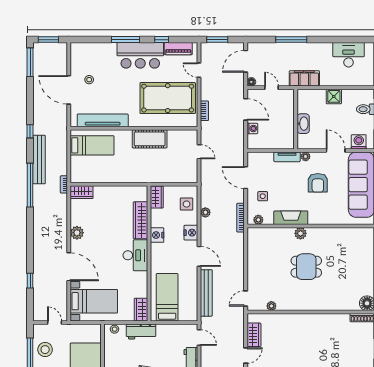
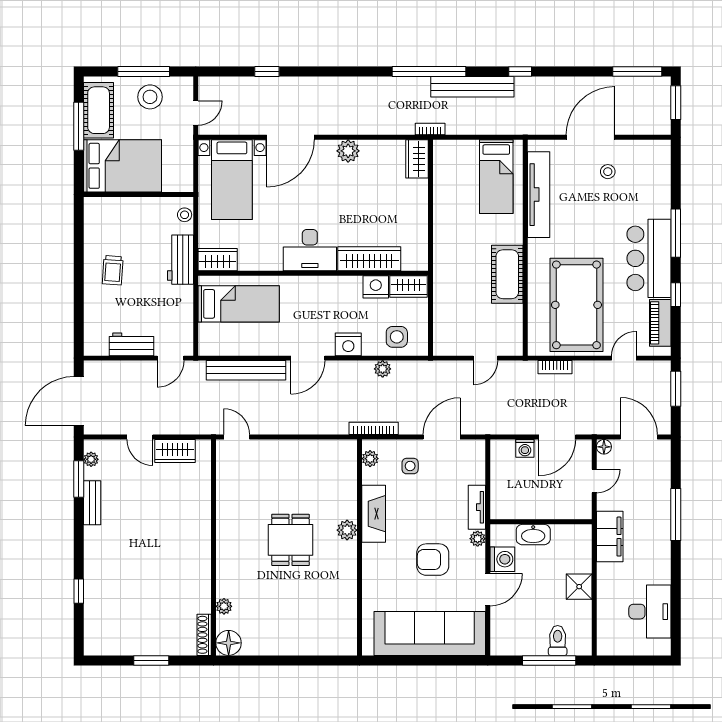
washing machine: (359, 142) -> (502, 559), moved
nightstand: (157, 235) -> (376, 287), moved
plant: (271, 306) -> (224, 606), moved

